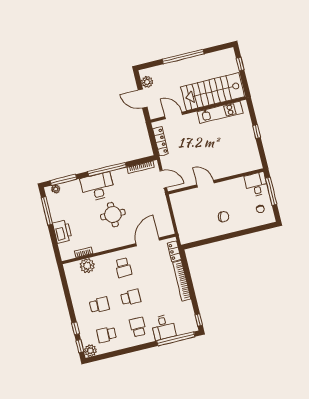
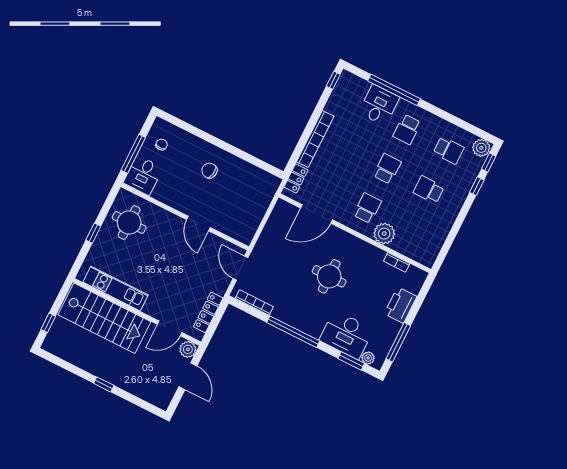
window: (183, 57) -> (104, 384), width x0.32
plant: (147, 82) -> (188, 349), moved
door: (174, 116) -> (170, 328), hinge flipped
round table: (242, 153) -> (129, 223), added
window: (63, 180) -> (351, 361), width x0.69
desk: (97, 187) -> (346, 335), moved
plant: (87, 266) -> (384, 234), moved
school desk: (131, 297) -> (387, 169), turned 90
window: (176, 339) -> (394, 90), moved

